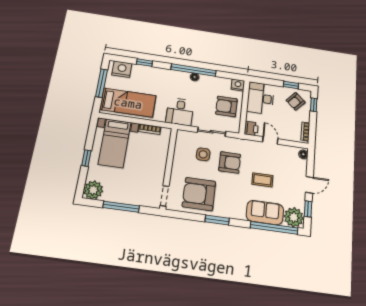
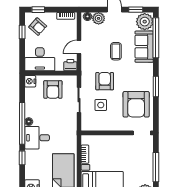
window: (144, 63) -> (22, 158), moved
desk: (180, 112) -> (37, 138), moved, turned 180
plant: (301, 166) -> (99, 18), added

